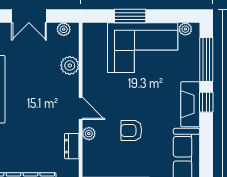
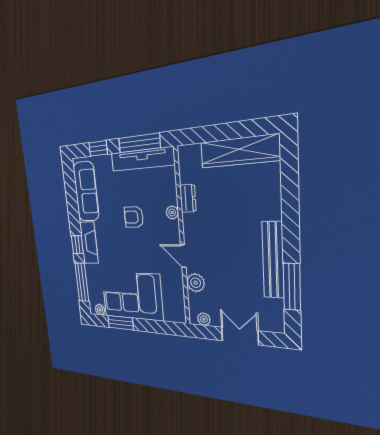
window: (130, 16) -> (120, 323), moved
door: (81, 108) -> (183, 256), moved
armchair: (131, 130) -> (134, 217), turned 180

